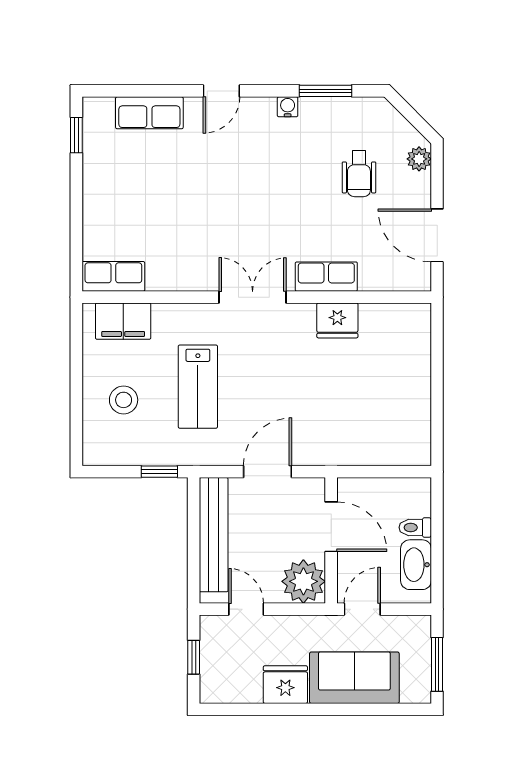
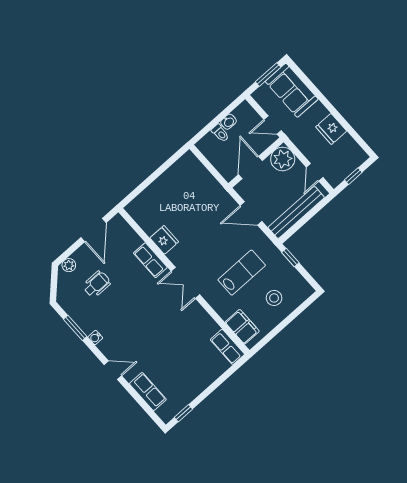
washbasin: (416, 565) -> (228, 122), width x0.52, depth x0.69
sofa: (354, 678) -> (292, 90), moved

